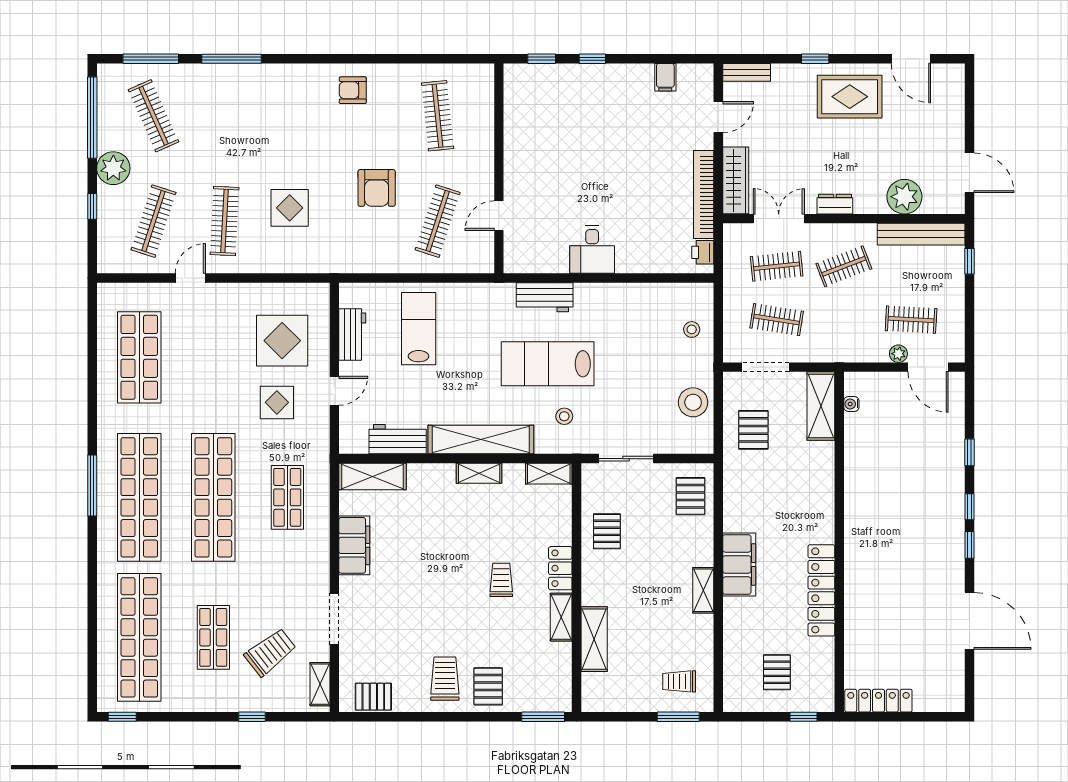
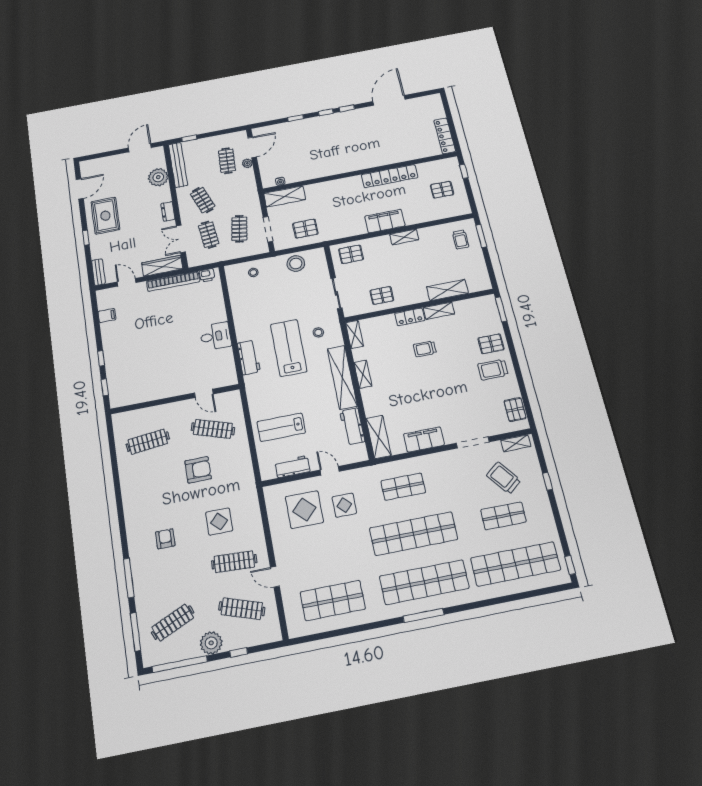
armchair: (353, 90) -> (165, 539), moved, turned 180
lab bench: (548, 364) -> (289, 348), turned 180

